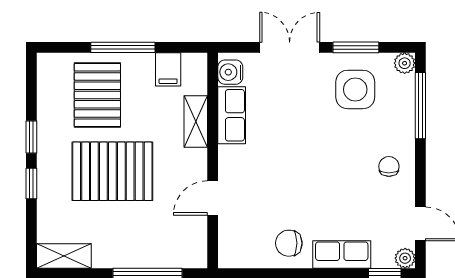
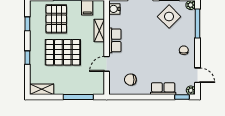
side table: (355, 89) -> (169, 17), turned 45
row of seats: (232, 115) -> (115, 40), moved
window: (31, 137) -> (27, 24), moved
chair: (289, 243) -> (130, 80), moved

